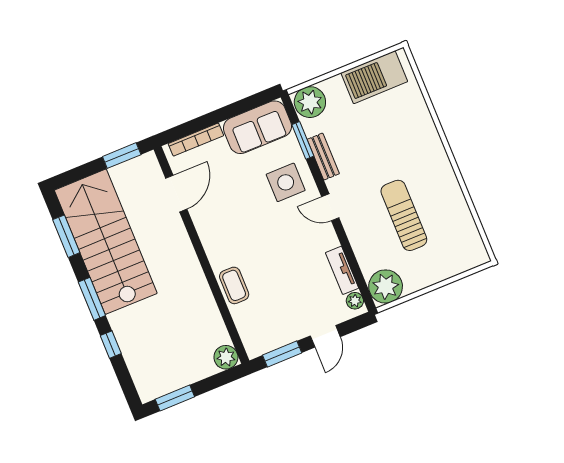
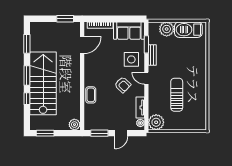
plant: (310, 102) -> (167, 29), moved
armchair: (289, 239) -> (123, 85), added
stairs: (106, 242) -> (43, 83), moved

